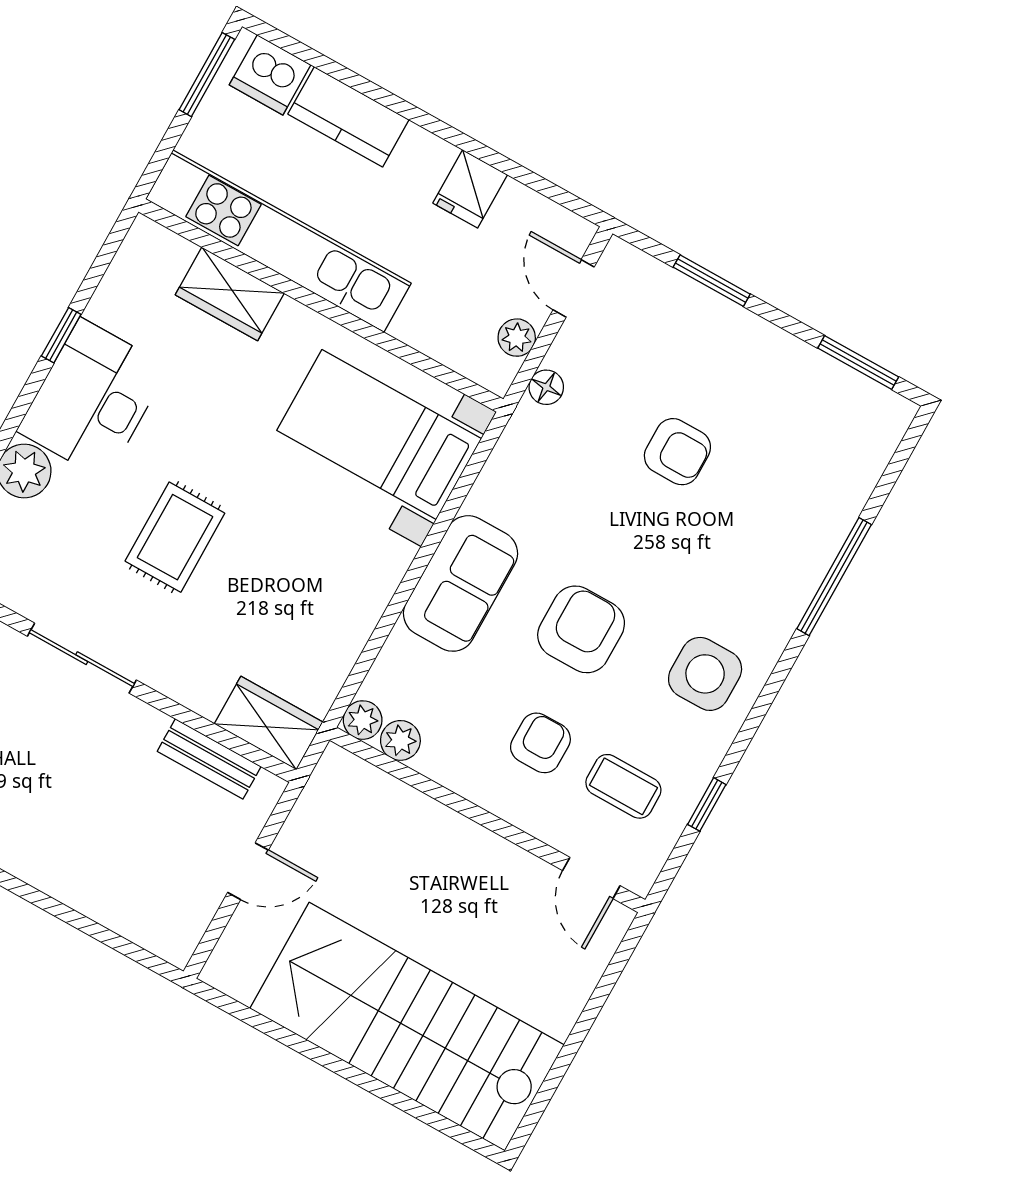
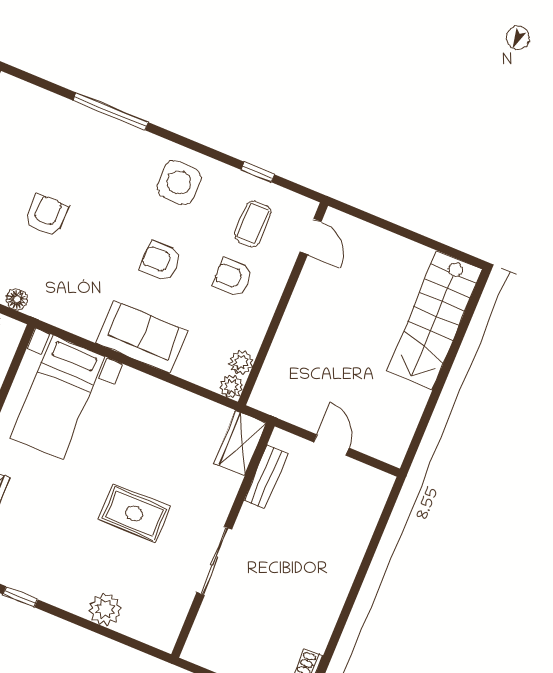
desk: (93, 399) -> (57, 573), removed
armchair: (581, 629) -> (161, 261), width x0.72, depth x0.72
door: (591, 878) -> (311, 237), hinge flipped
stairs: (407, 1027) -> (435, 320), width x0.73, depth x0.66

